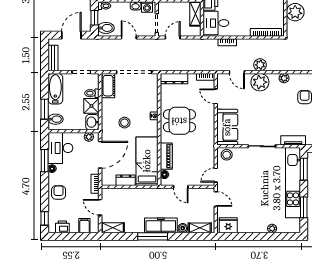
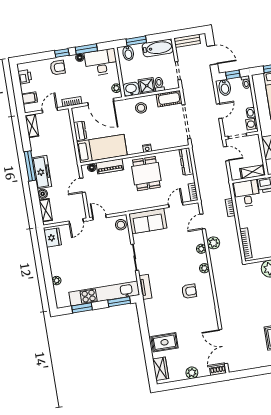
plant: (260, 82) -> (201, 249), width x0.53, depth x0.53
stool: (124, 123) -> (141, 108), moved
window: (45, 218) -> (62, 53), moved

